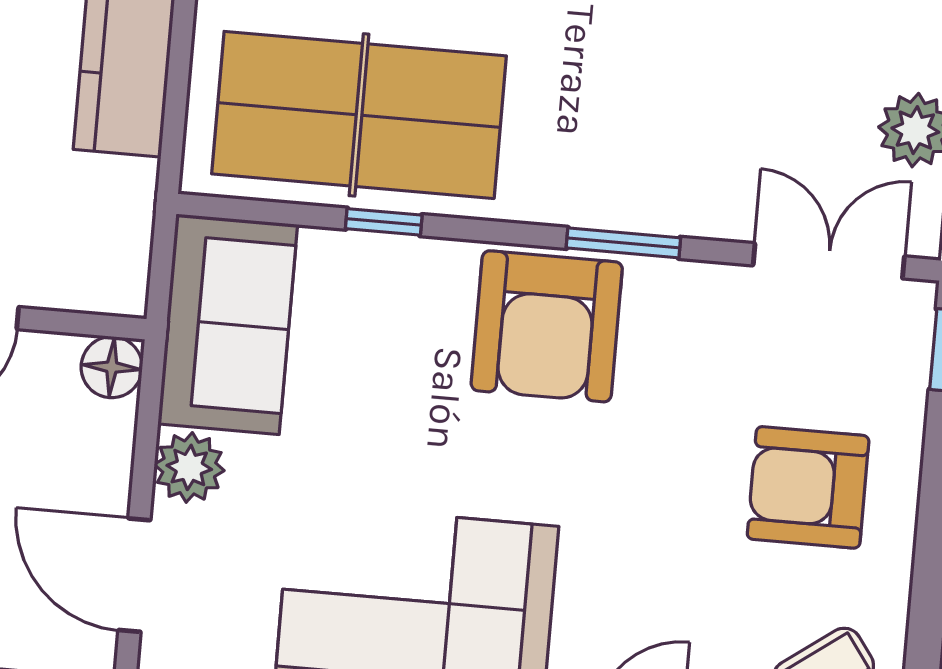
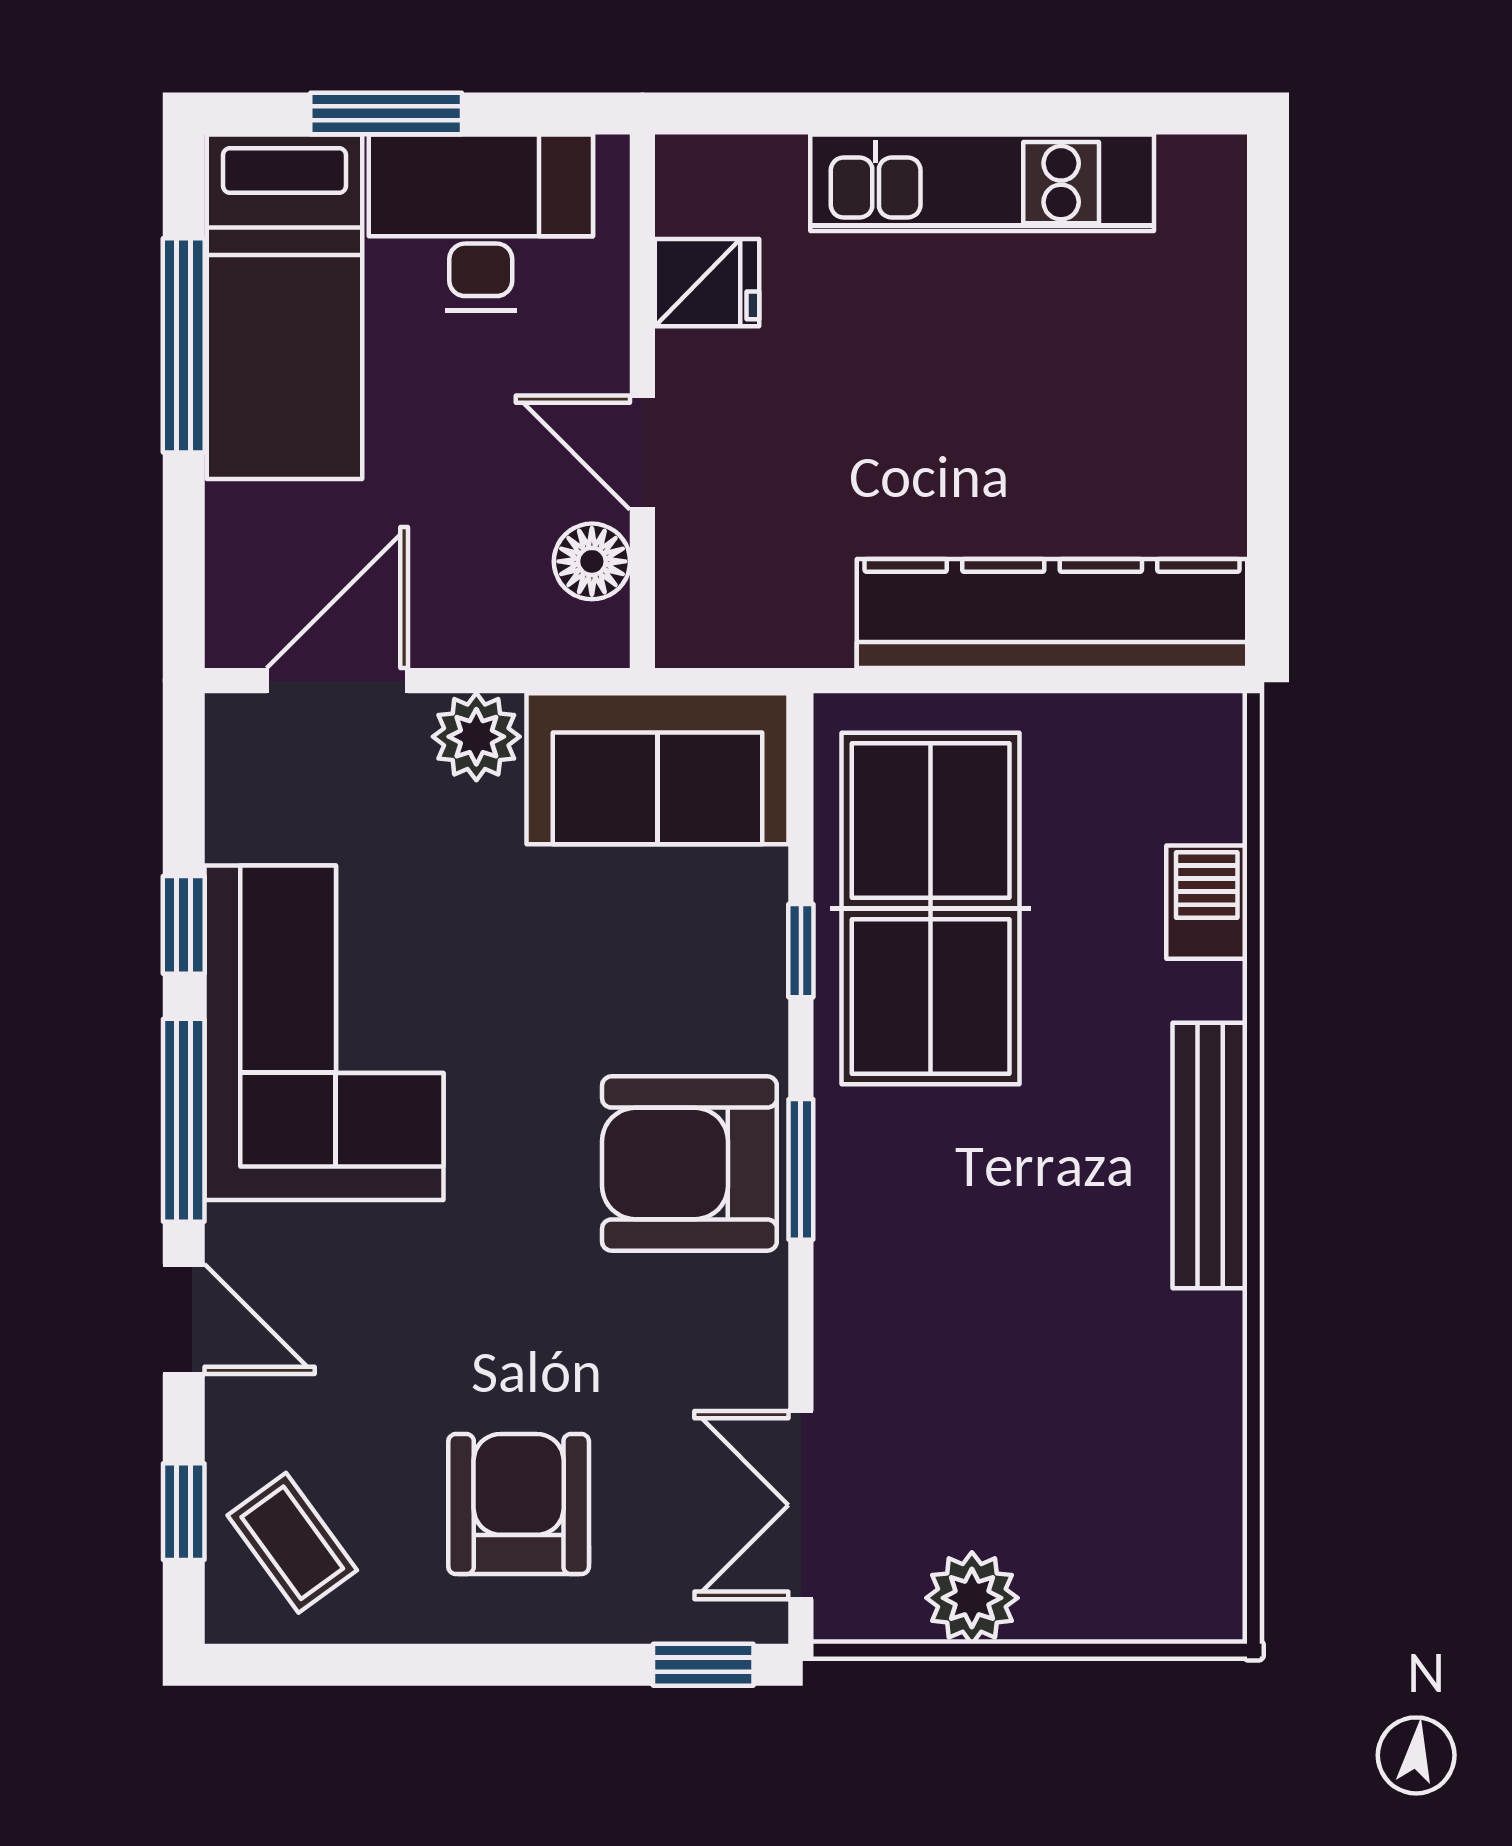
window: (623, 243) -> (801, 1169), moved
double door: (829, 261) -> (801, 1505), swing flipped
floor lamp: (112, 367) -> (592, 561), moved

